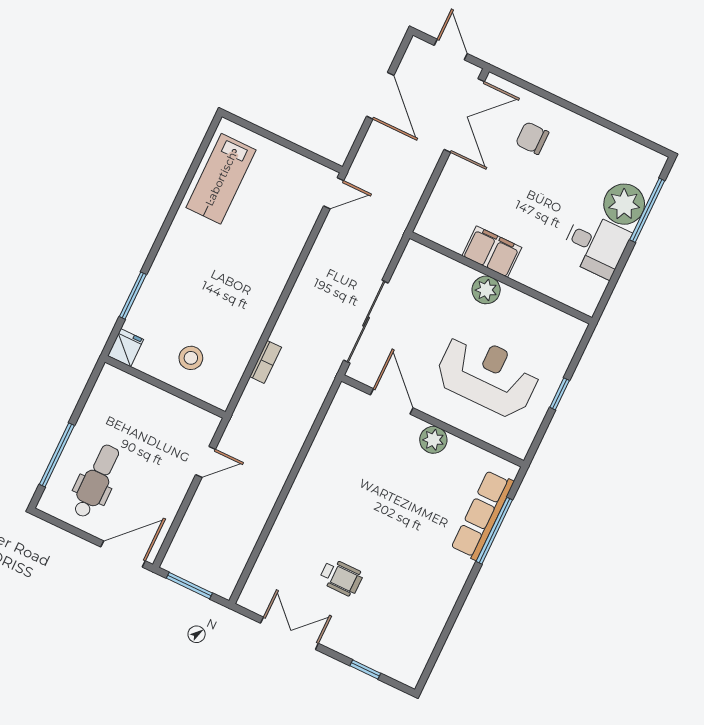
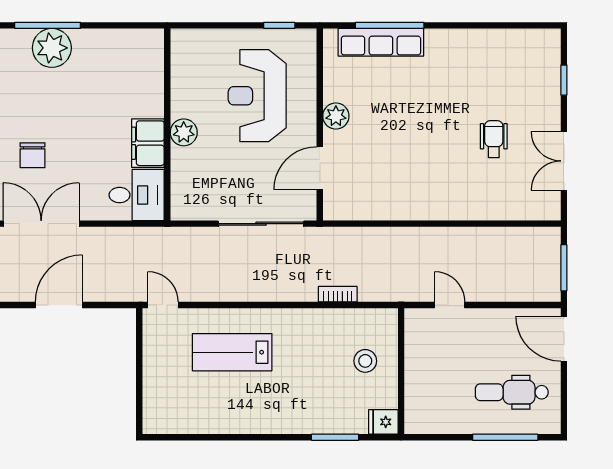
lab bench: (221, 179) -> (232, 352), moved, turned 180
desk: (596, 245) -> (137, 195), moved, turned 90
window: (560, 394) -> (279, 25), moved

